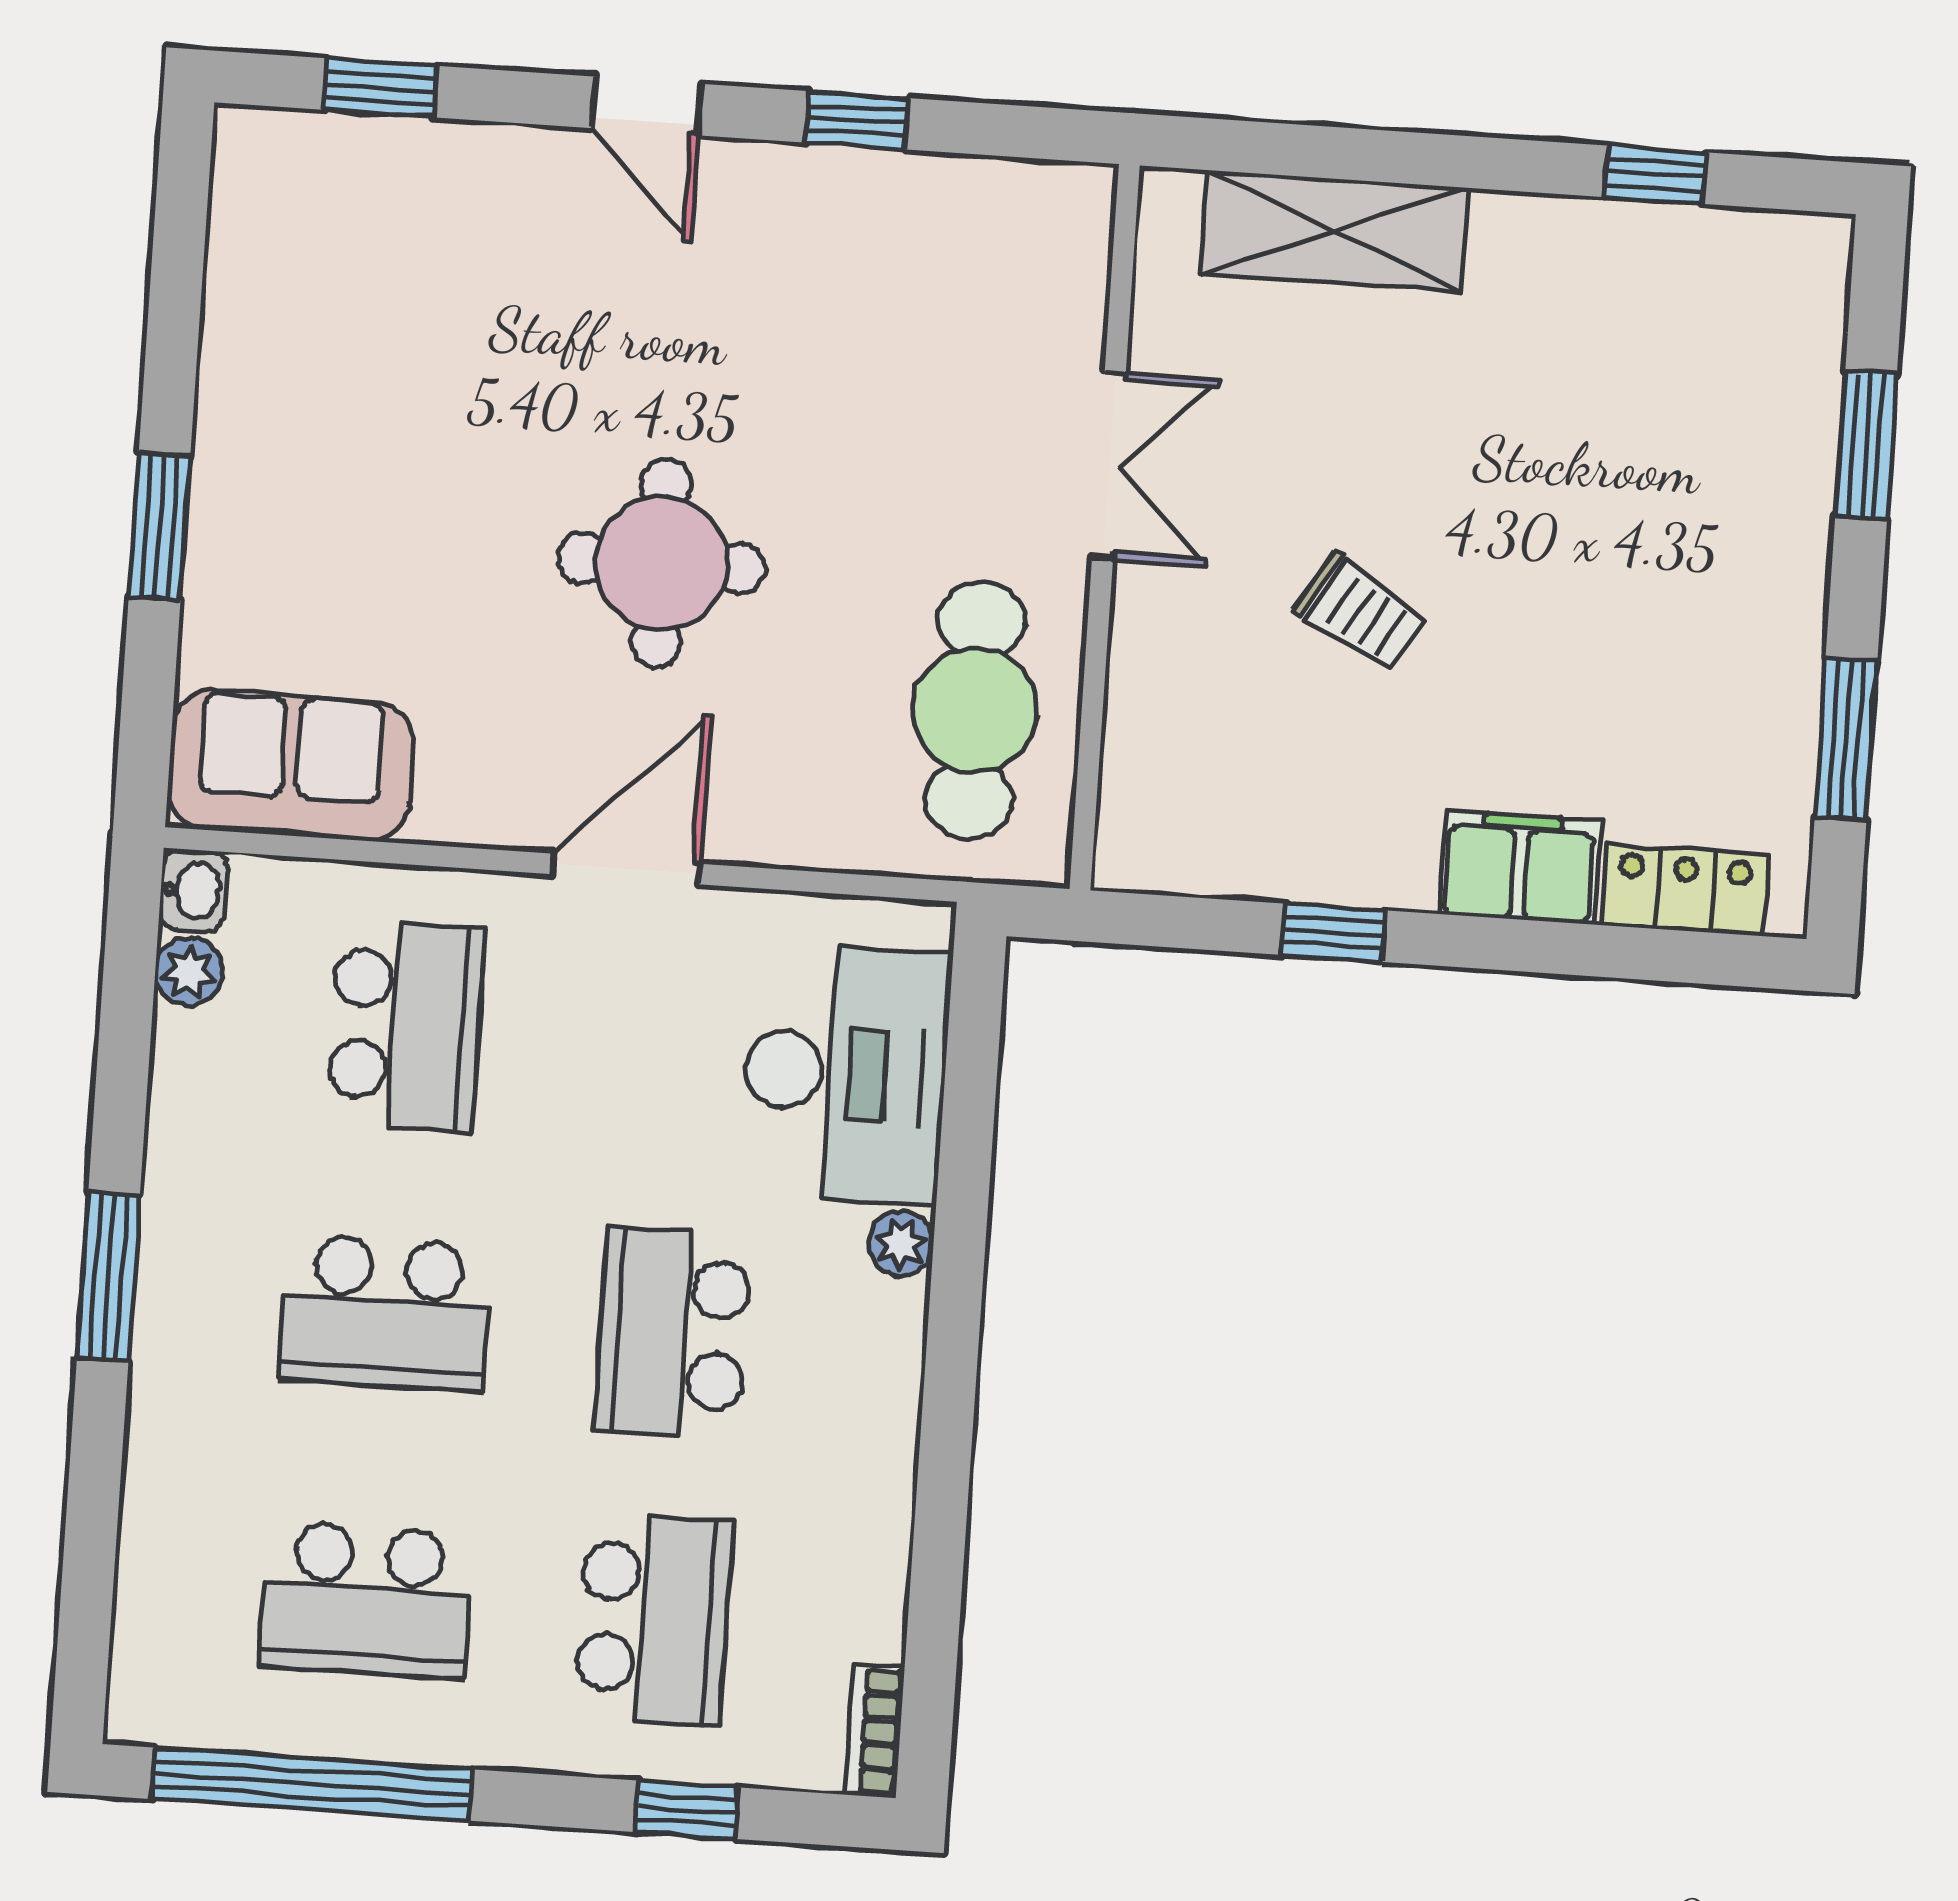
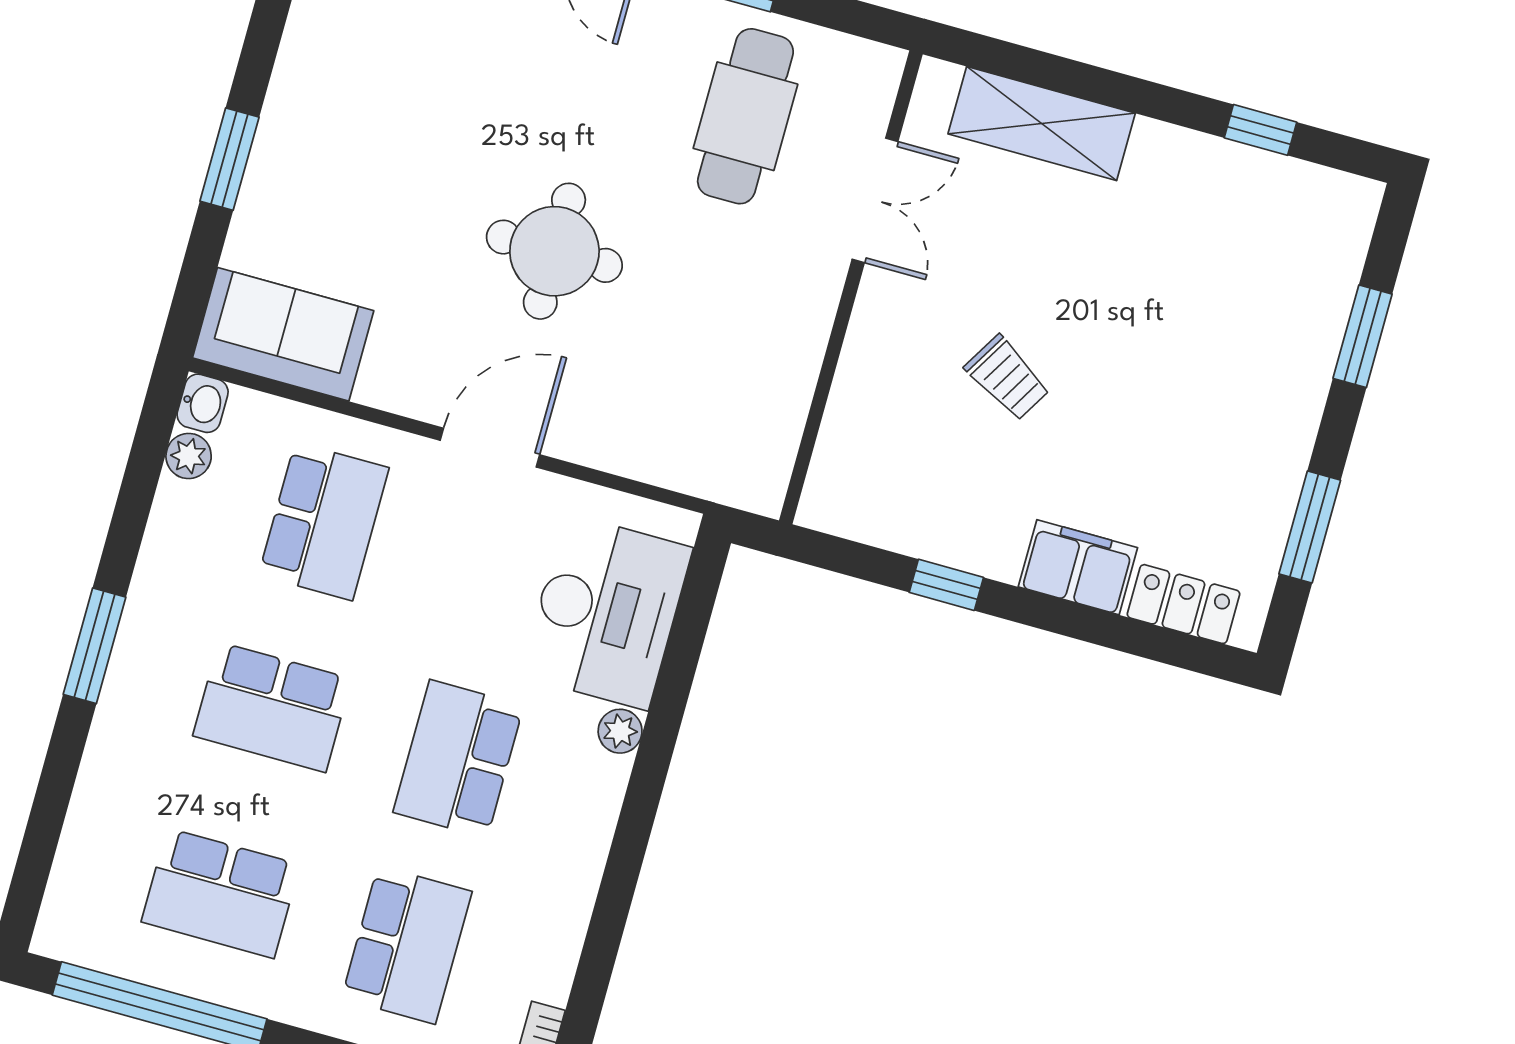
double door: (1109, 465) -> (875, 200), moved
cafe table: (975, 710) -> (745, 116), moved

